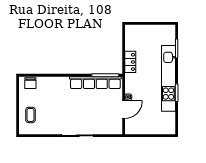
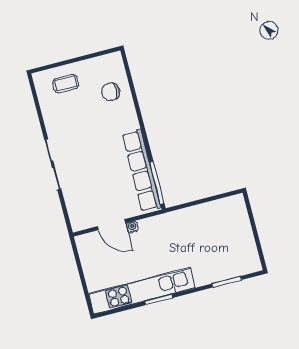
locker: (130, 62) -> (187, 216), removed
kitchen unit: (168, 78) -> (142, 291), moved
chair: (30, 83) -> (111, 92), moved

